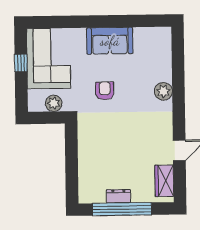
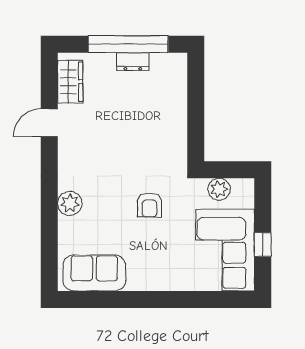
sofa: (110, 41) -> (94, 273), moved

